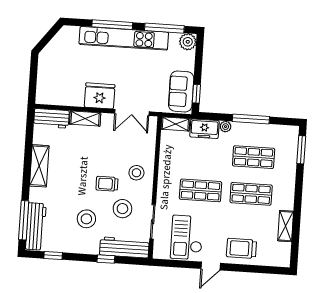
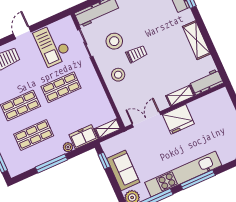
sofa: (181, 91) -> (123, 170), moved
stool: (86, 219) -> (138, 18), removed
checkout: (187, 238) -> (52, 45), turned 180

